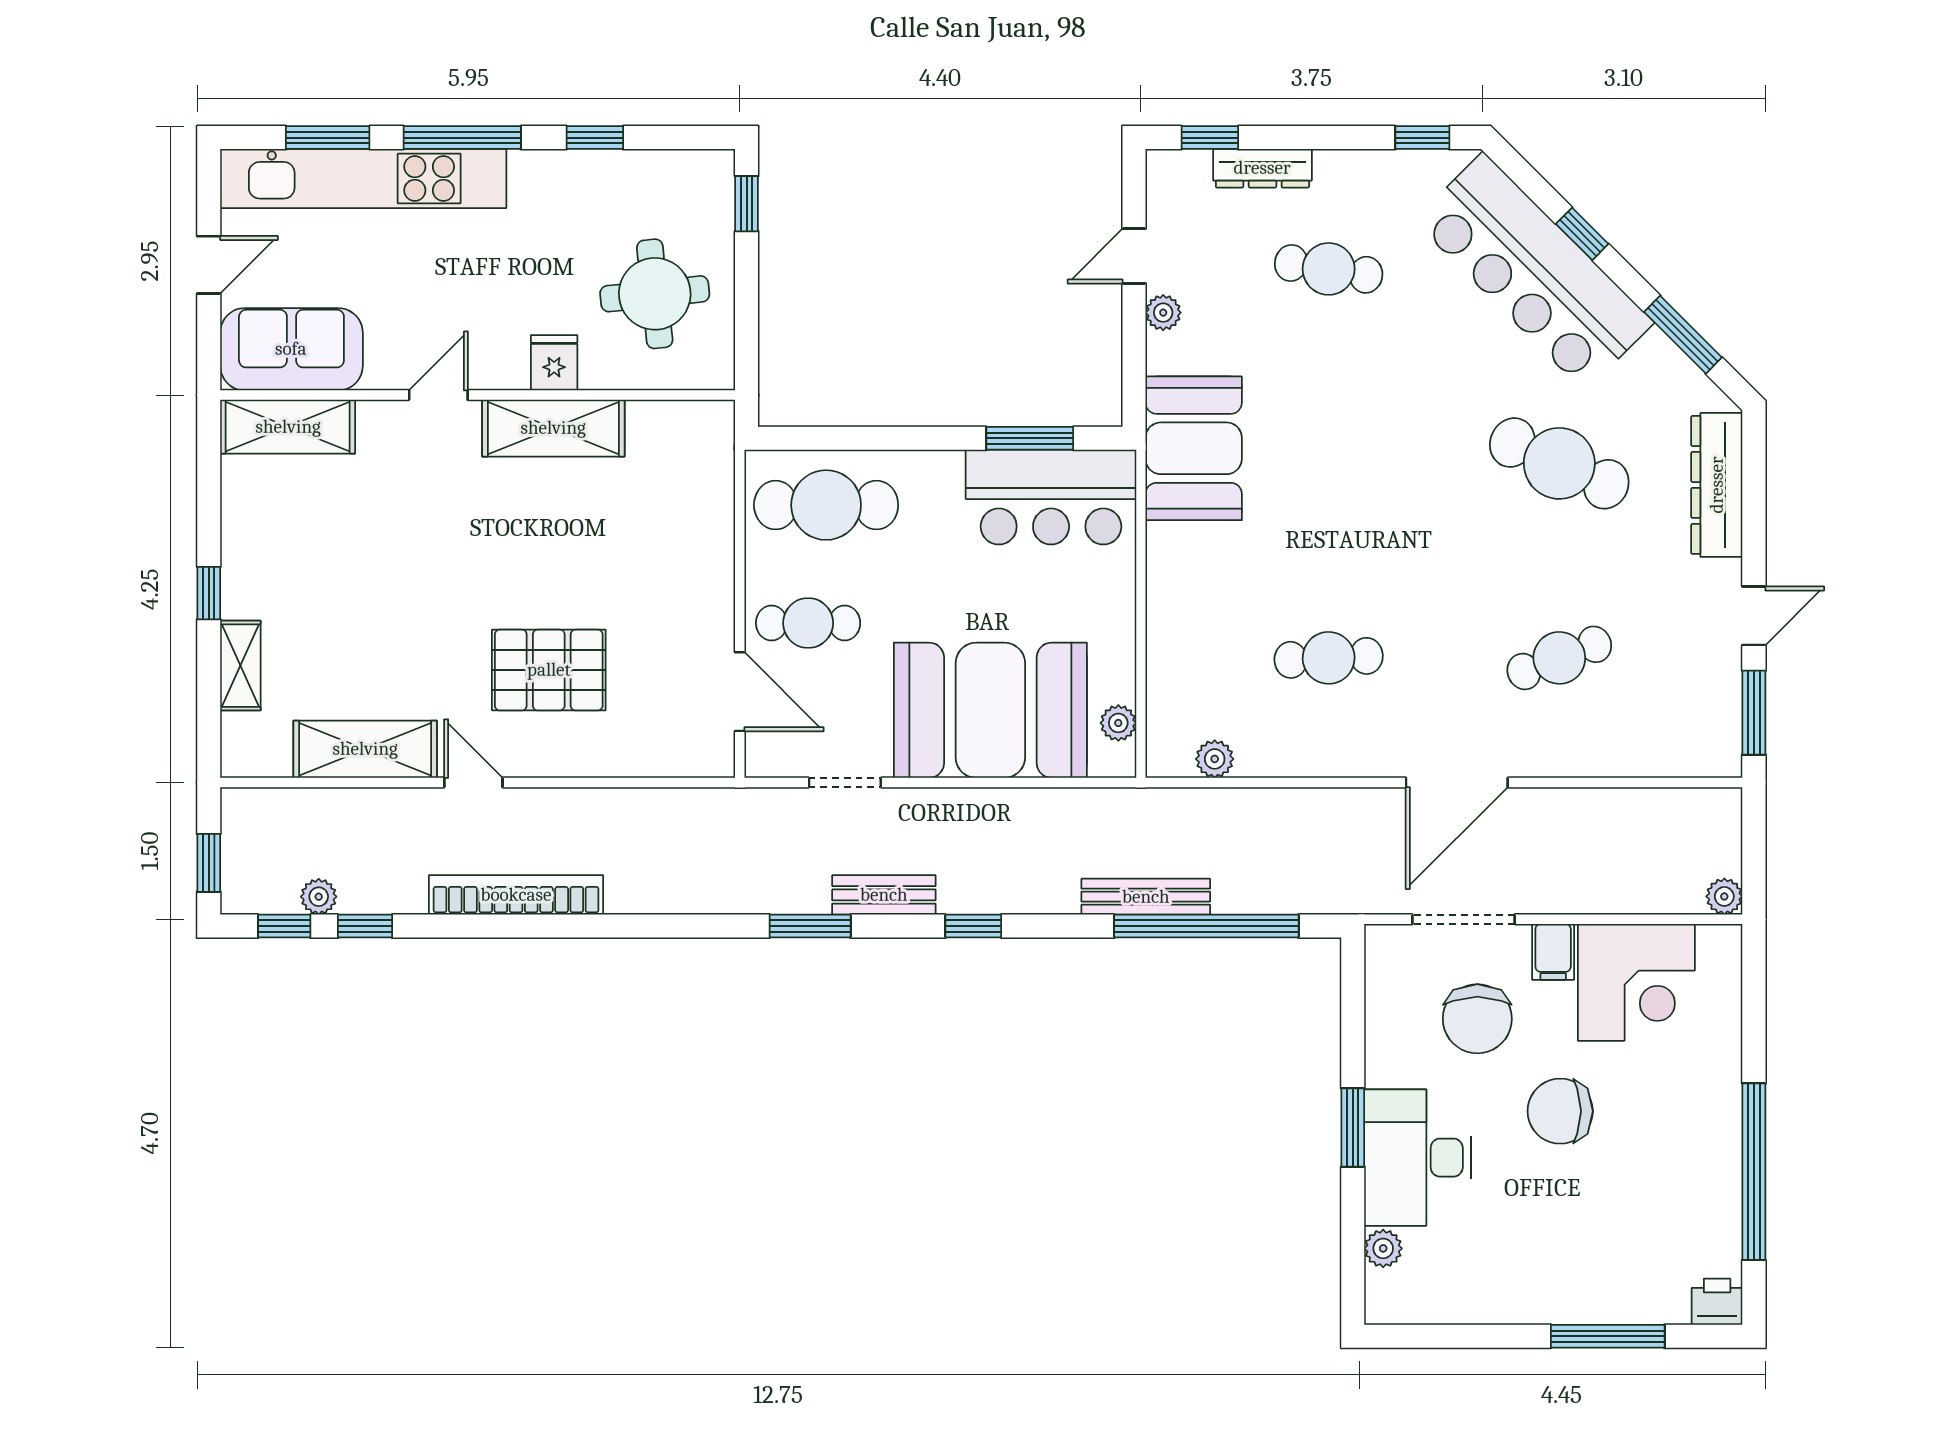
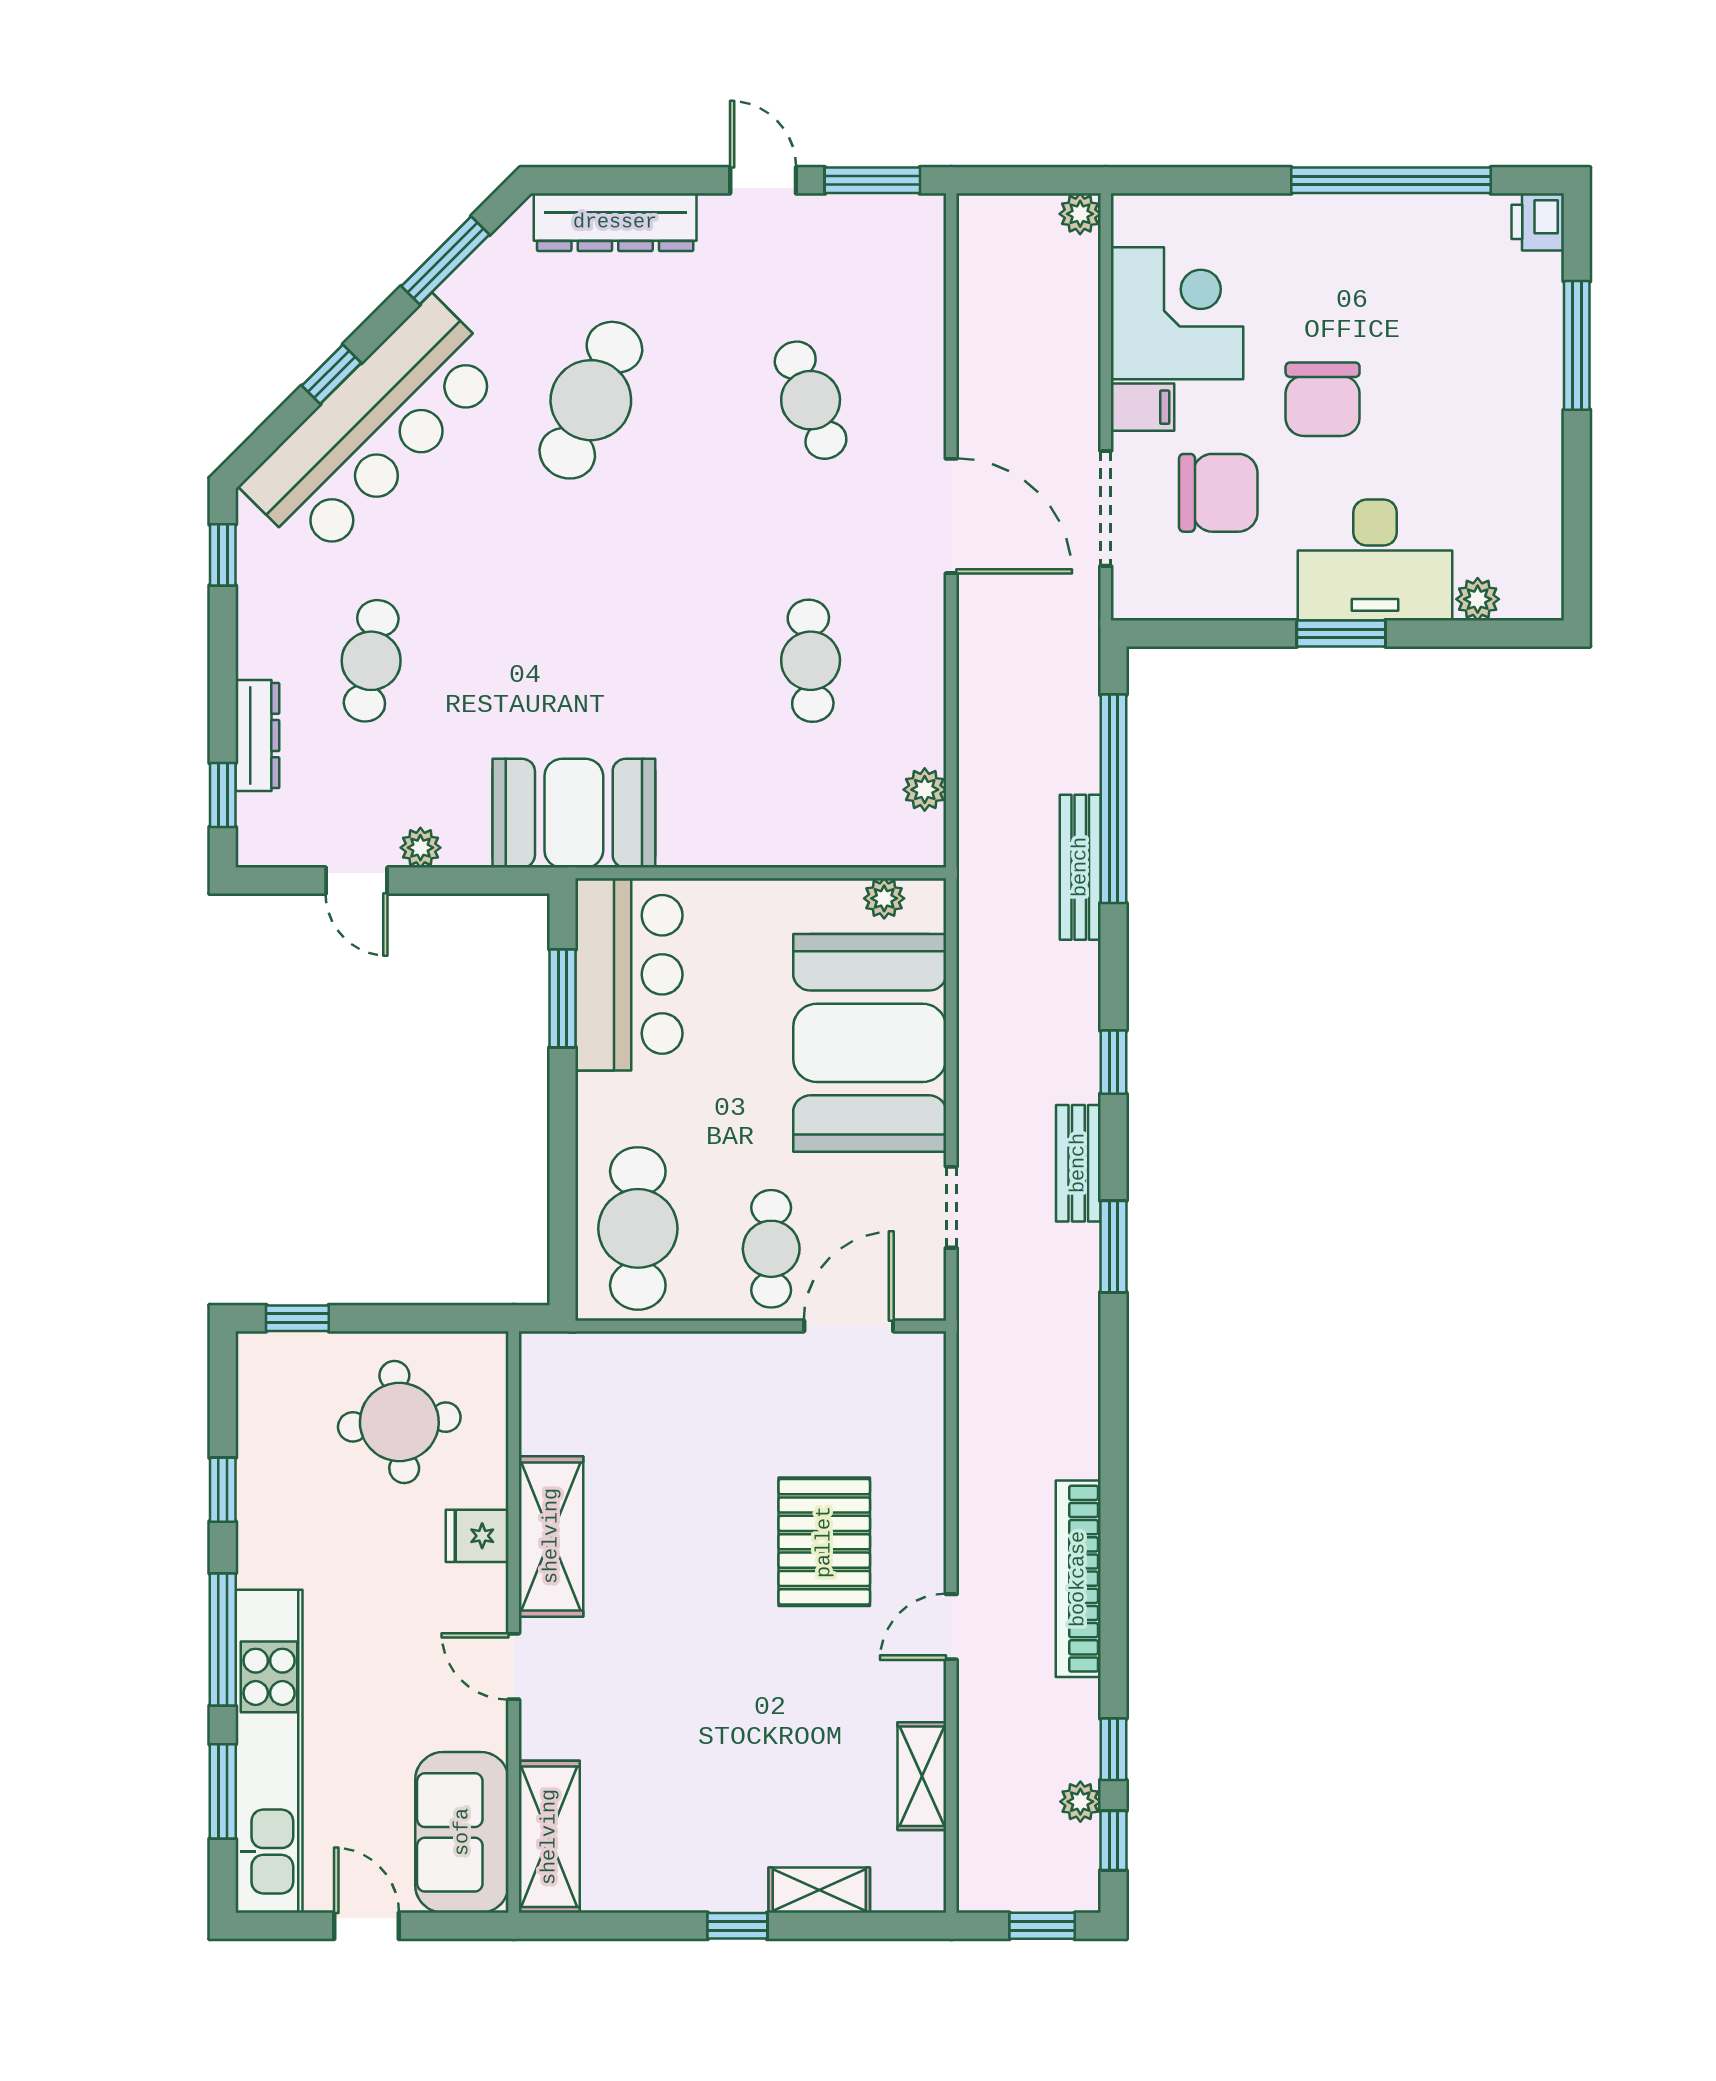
shelving: (365, 749) -> (922, 1776), width x0.67, depth x0.75

